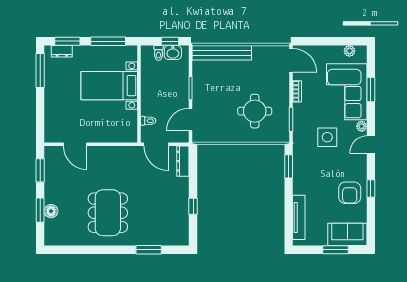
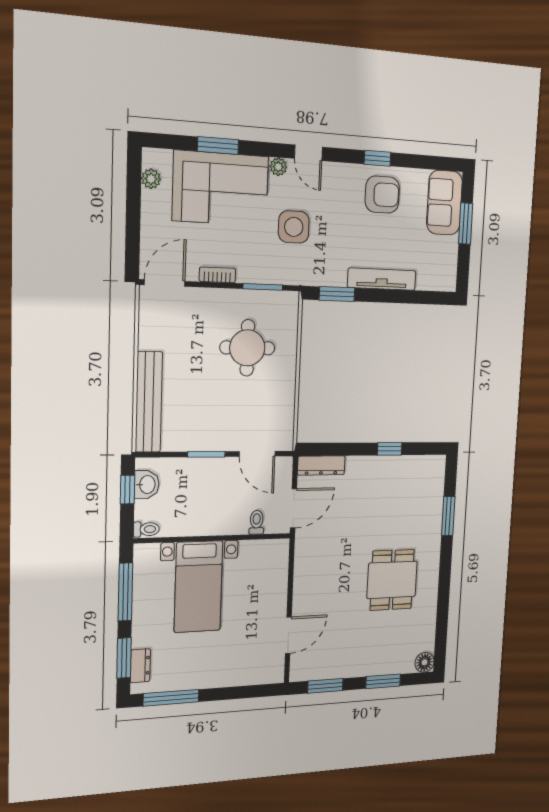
toilet: (158, 53) -> (146, 529), moved
floor lamp: (51, 211) -> (425, 662), moved
dining table: (108, 213) -> (392, 580), width x0.73
tv unit: (299, 217) -> (382, 279), moved

